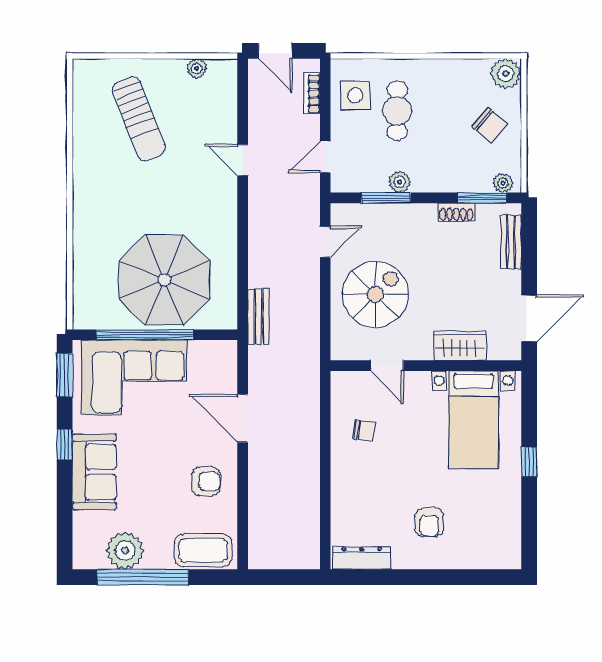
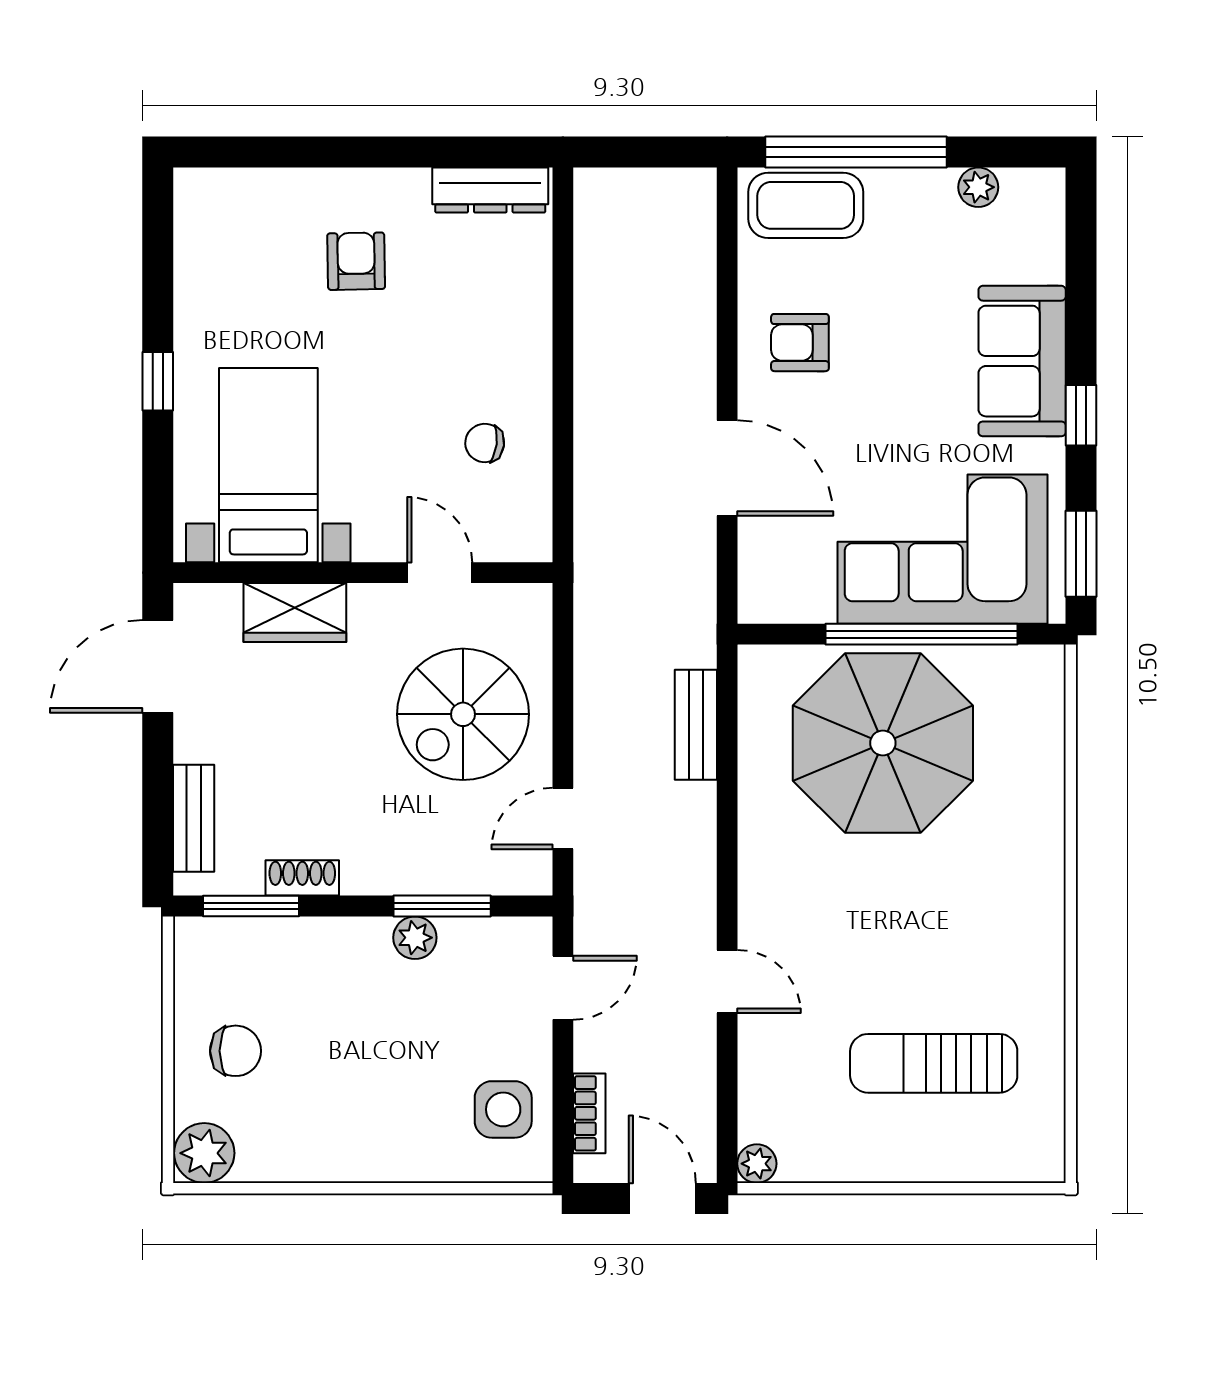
plant: (197, 68) -> (757, 1164), moved
cafe table: (397, 111) -> (420, 1079), removed
sun lounger: (139, 119) -> (934, 1063), turned -69
chair: (490, 125) -> (236, 1051), turned 139
plant: (503, 183) -> (209, 936), removed
bench: (258, 317) -> (696, 725), moved
plant: (125, 551) -> (978, 187), width x0.53, depth x0.53
window: (143, 577) -> (856, 152), moved

